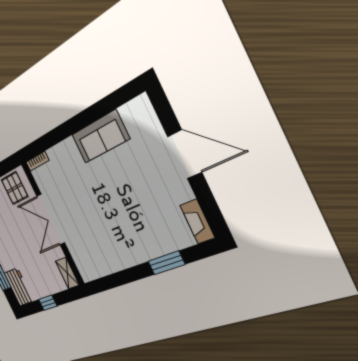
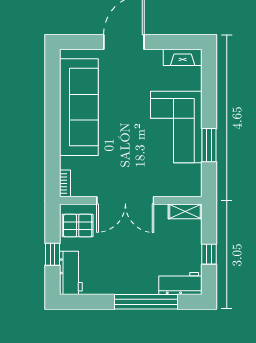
sofa: (100, 137) -> (79, 107), width x1.85, depth x1.27
corner sofa: (129, 240) -> (176, 127), added
window: (166, 263) -> (209, 145), moved

